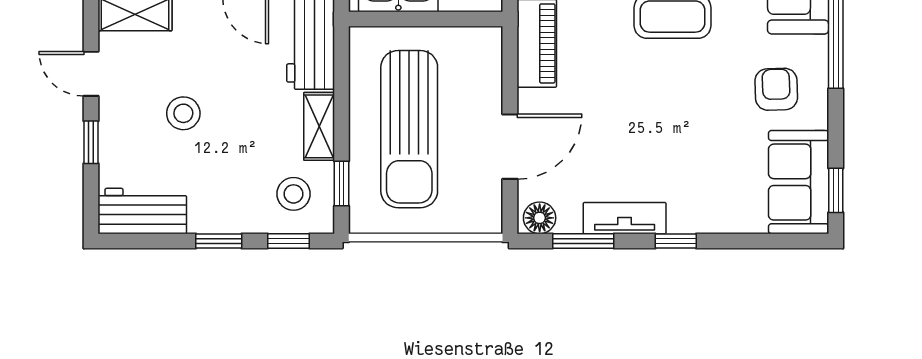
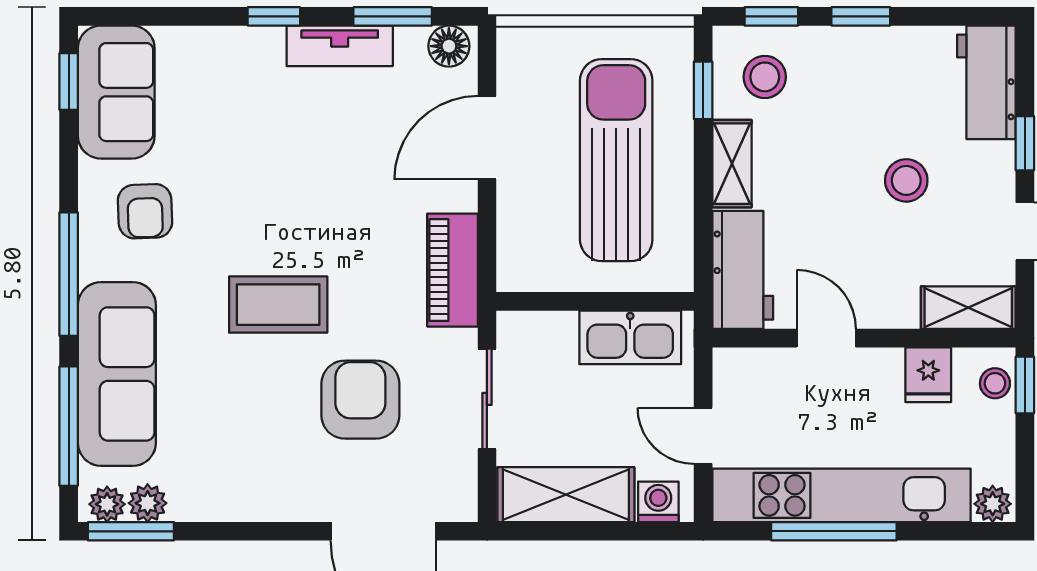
workbench: (142, 211) -> (986, 82), moved, turned 90

